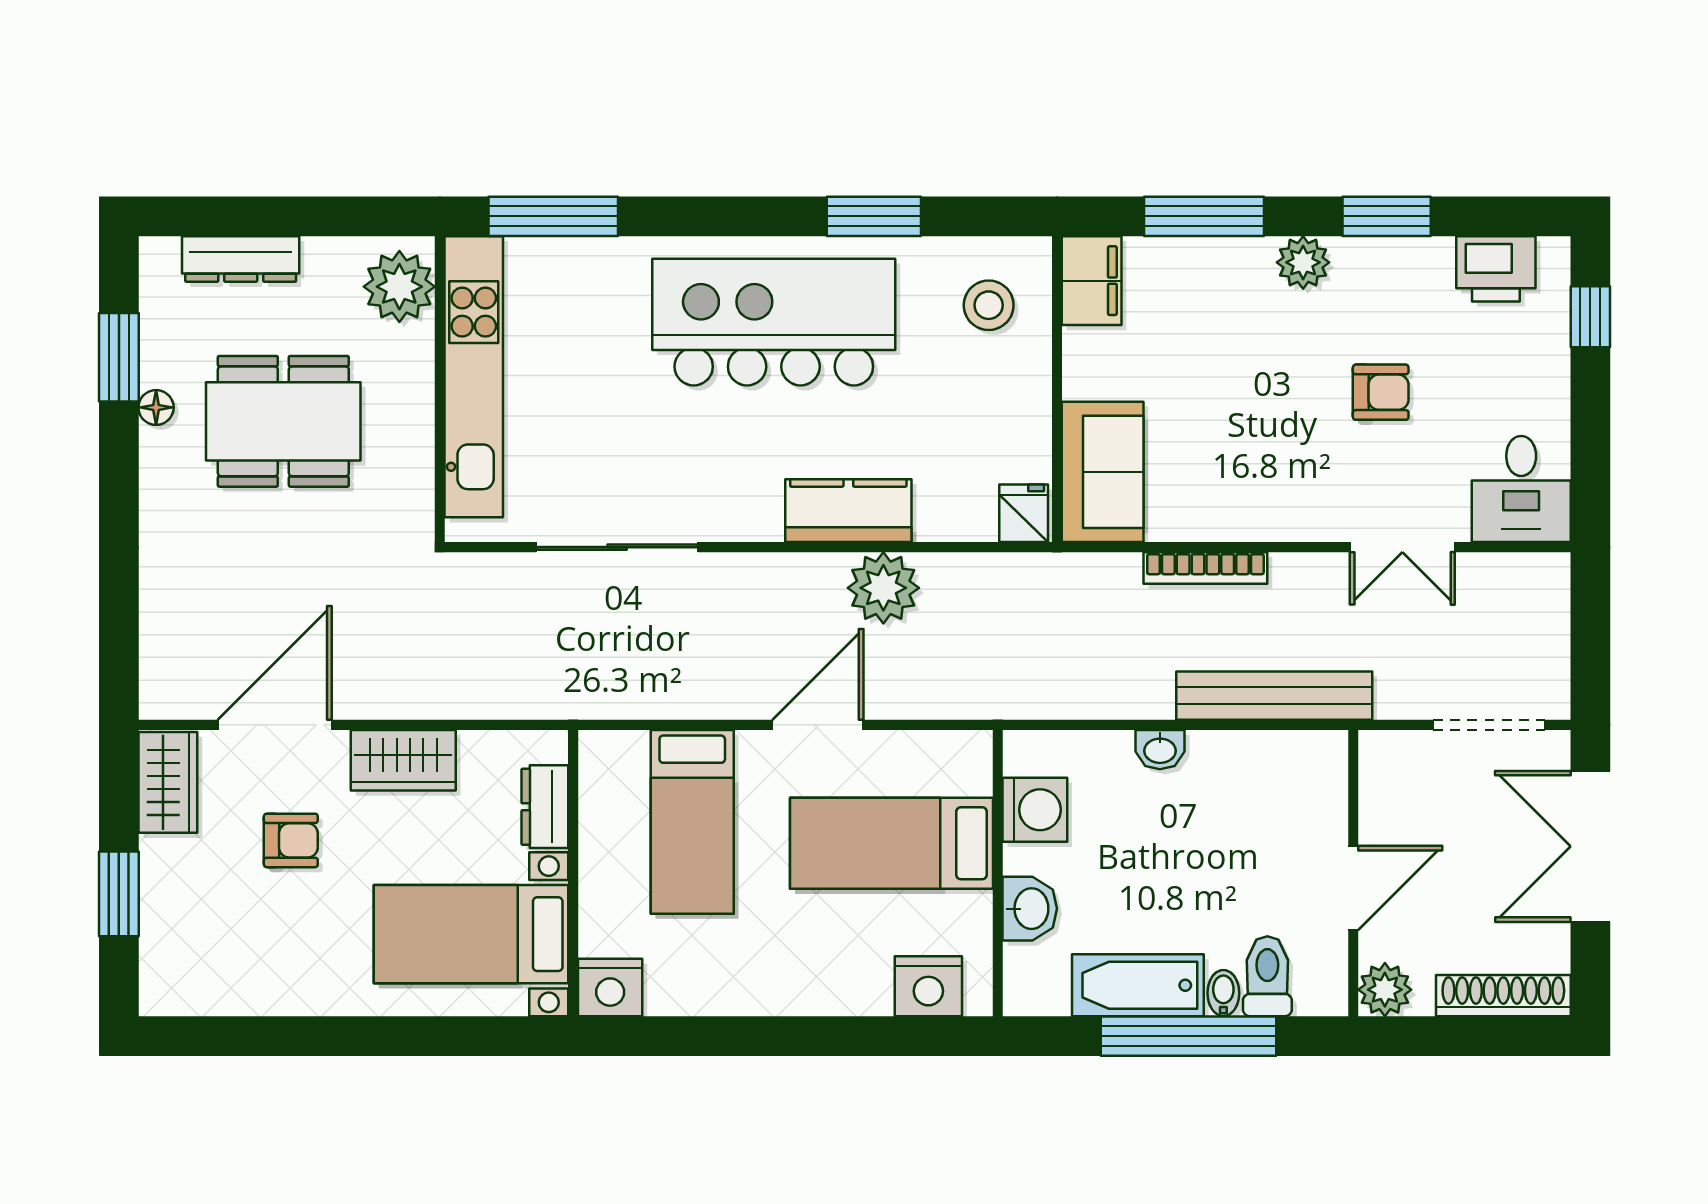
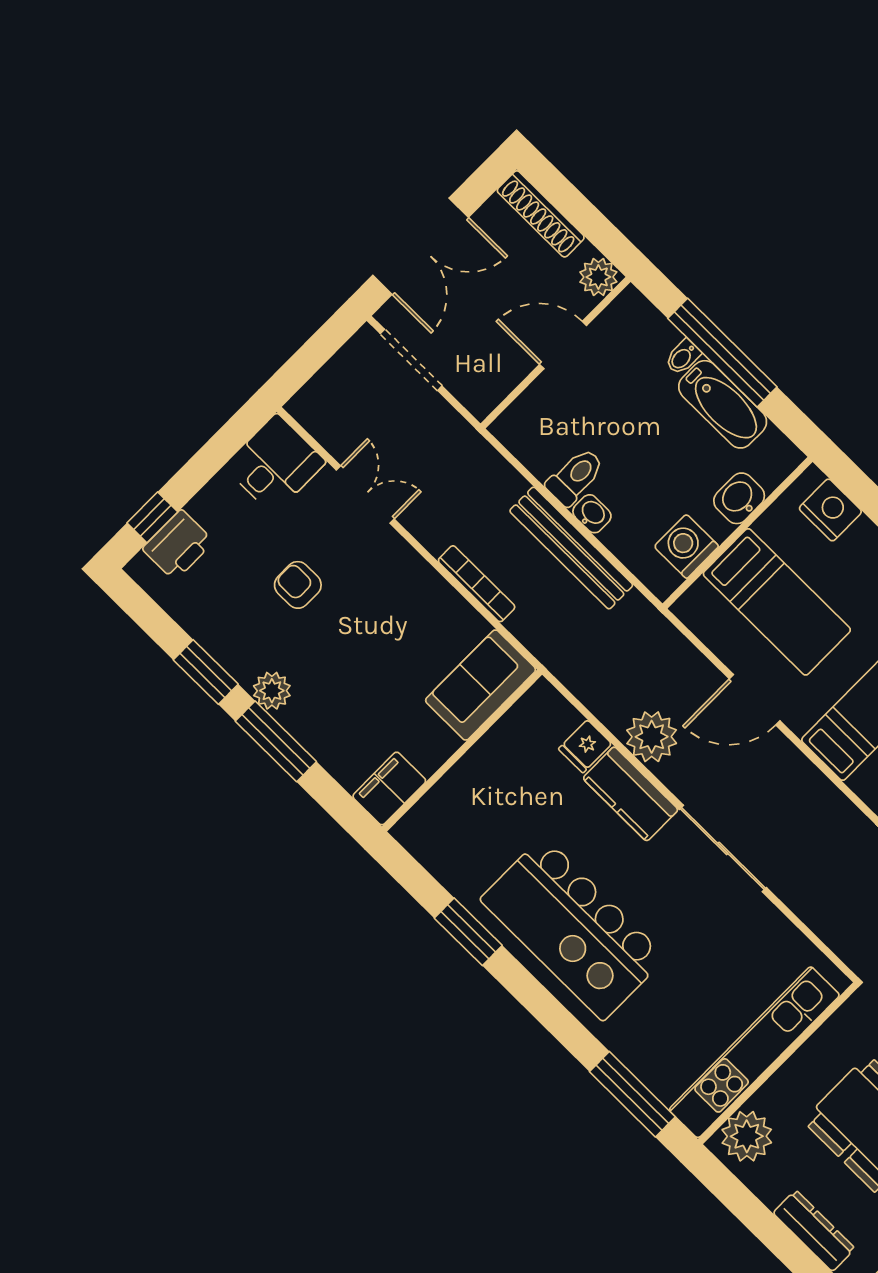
window: (1204, 216) -> (276, 741), moved
printer: (1496, 269) -> (178, 545), moved, turned 90
stool: (989, 305) -> (454, 828), removed
fridge: (1024, 513) -> (585, 746), moved
sliding door: (617, 547) -> (723, 848), moved
bench: (1274, 696) -> (571, 548), moved
toilet: (1267, 976) -> (575, 477), moved, turned 180

